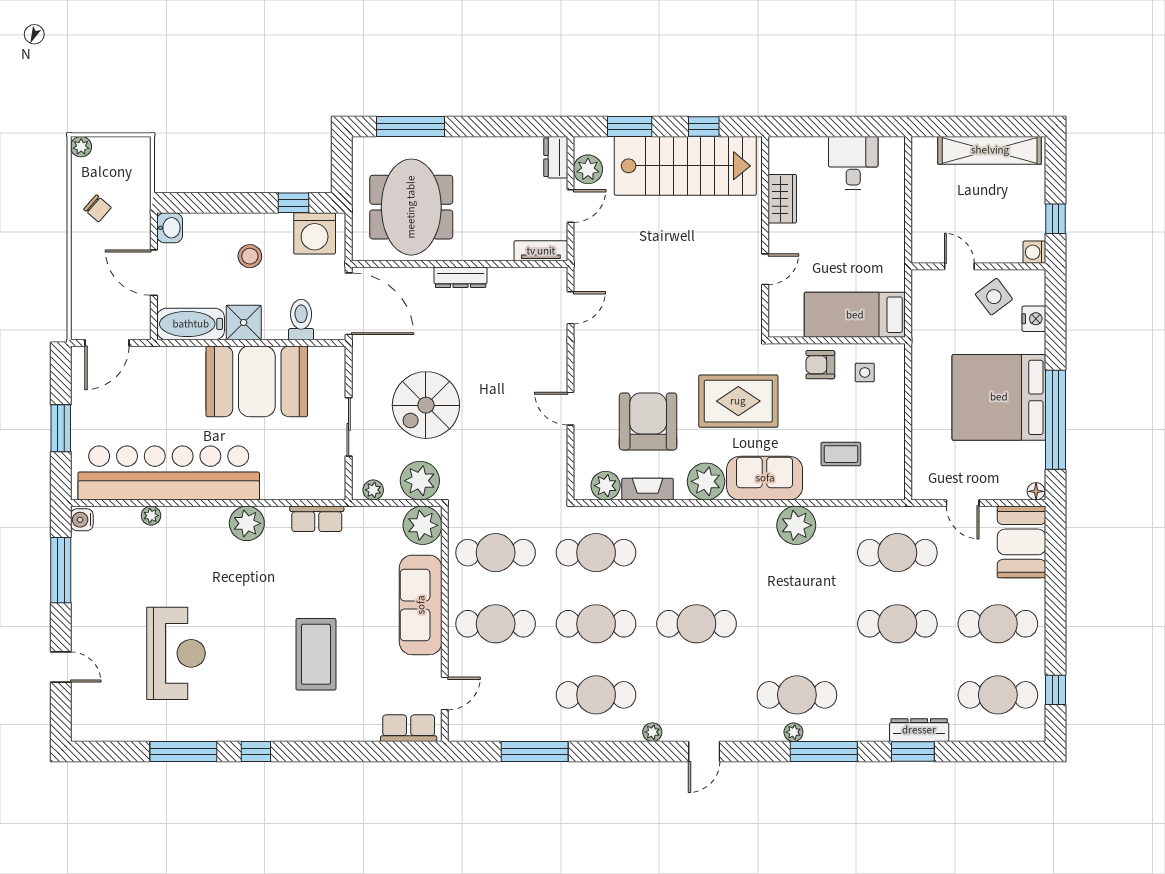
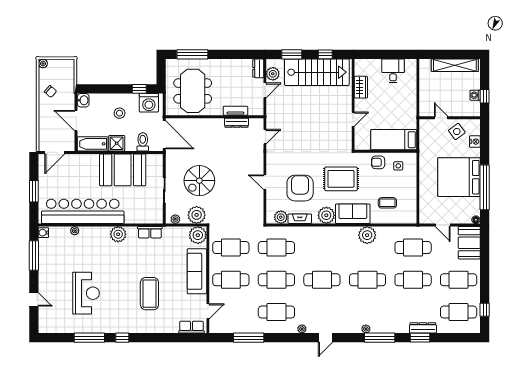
tv unit: (541, 251) -> (235, 111), moved
washing machine: (1034, 252) -> (475, 95), moved
dresser: (461, 277) -> (237, 123), moved
cafe table: (797, 695) -> (367, 280), moved

